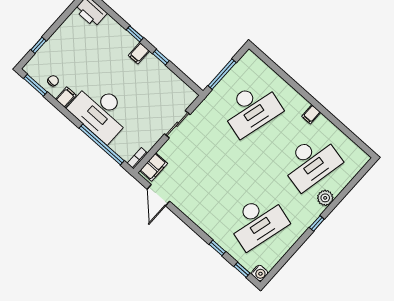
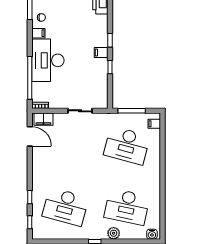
filing cabinet: (311, 114) -> (154, 124), moved
door: (158, 195) -> (30, 136), swing flipped
water cooler: (260, 273) -> (152, 234), moved

